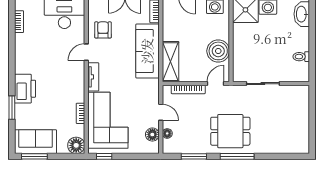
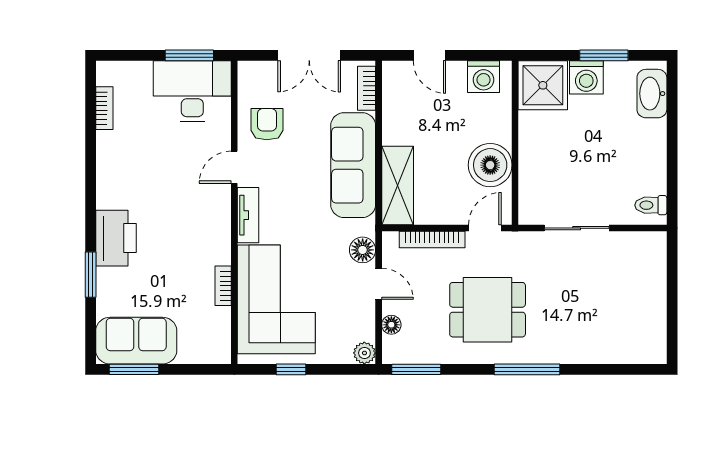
toilet: (301, 57) -> (651, 205), moved
dining table: (230, 131) -> (488, 310), moved
floor lamp: (152, 135) -> (363, 250), moved
floor lamp: (76, 145) -> (215, 348), removed
plant: (153, 148) -> (364, 353), added
window: (104, 156) -> (291, 369), moved
window: (194, 156) -> (416, 369), moved

